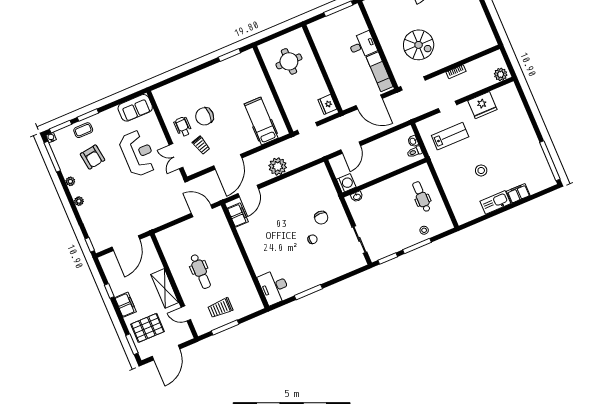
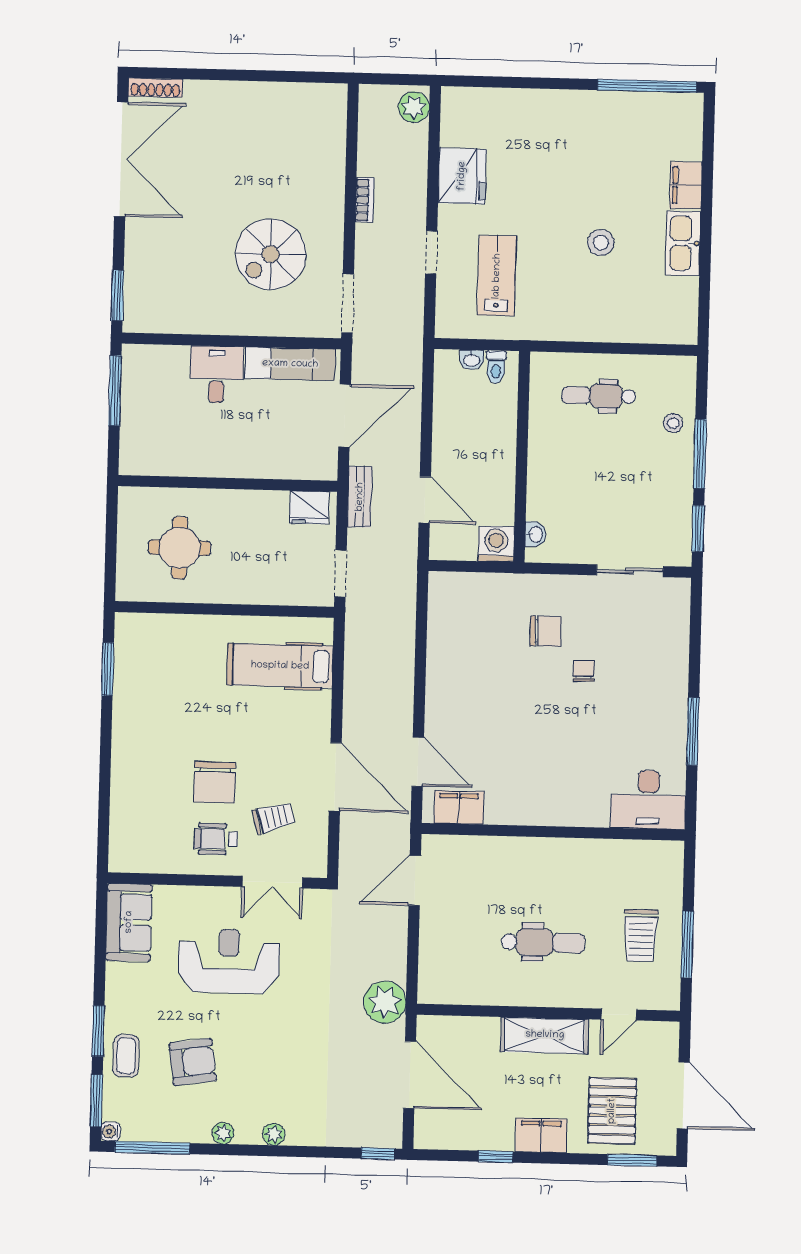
spiral stairs: (419, 45) -> (271, 254), turned 180
bench: (340, 122) -> (360, 497), added
plant: (278, 166) -> (385, 1002), moved

